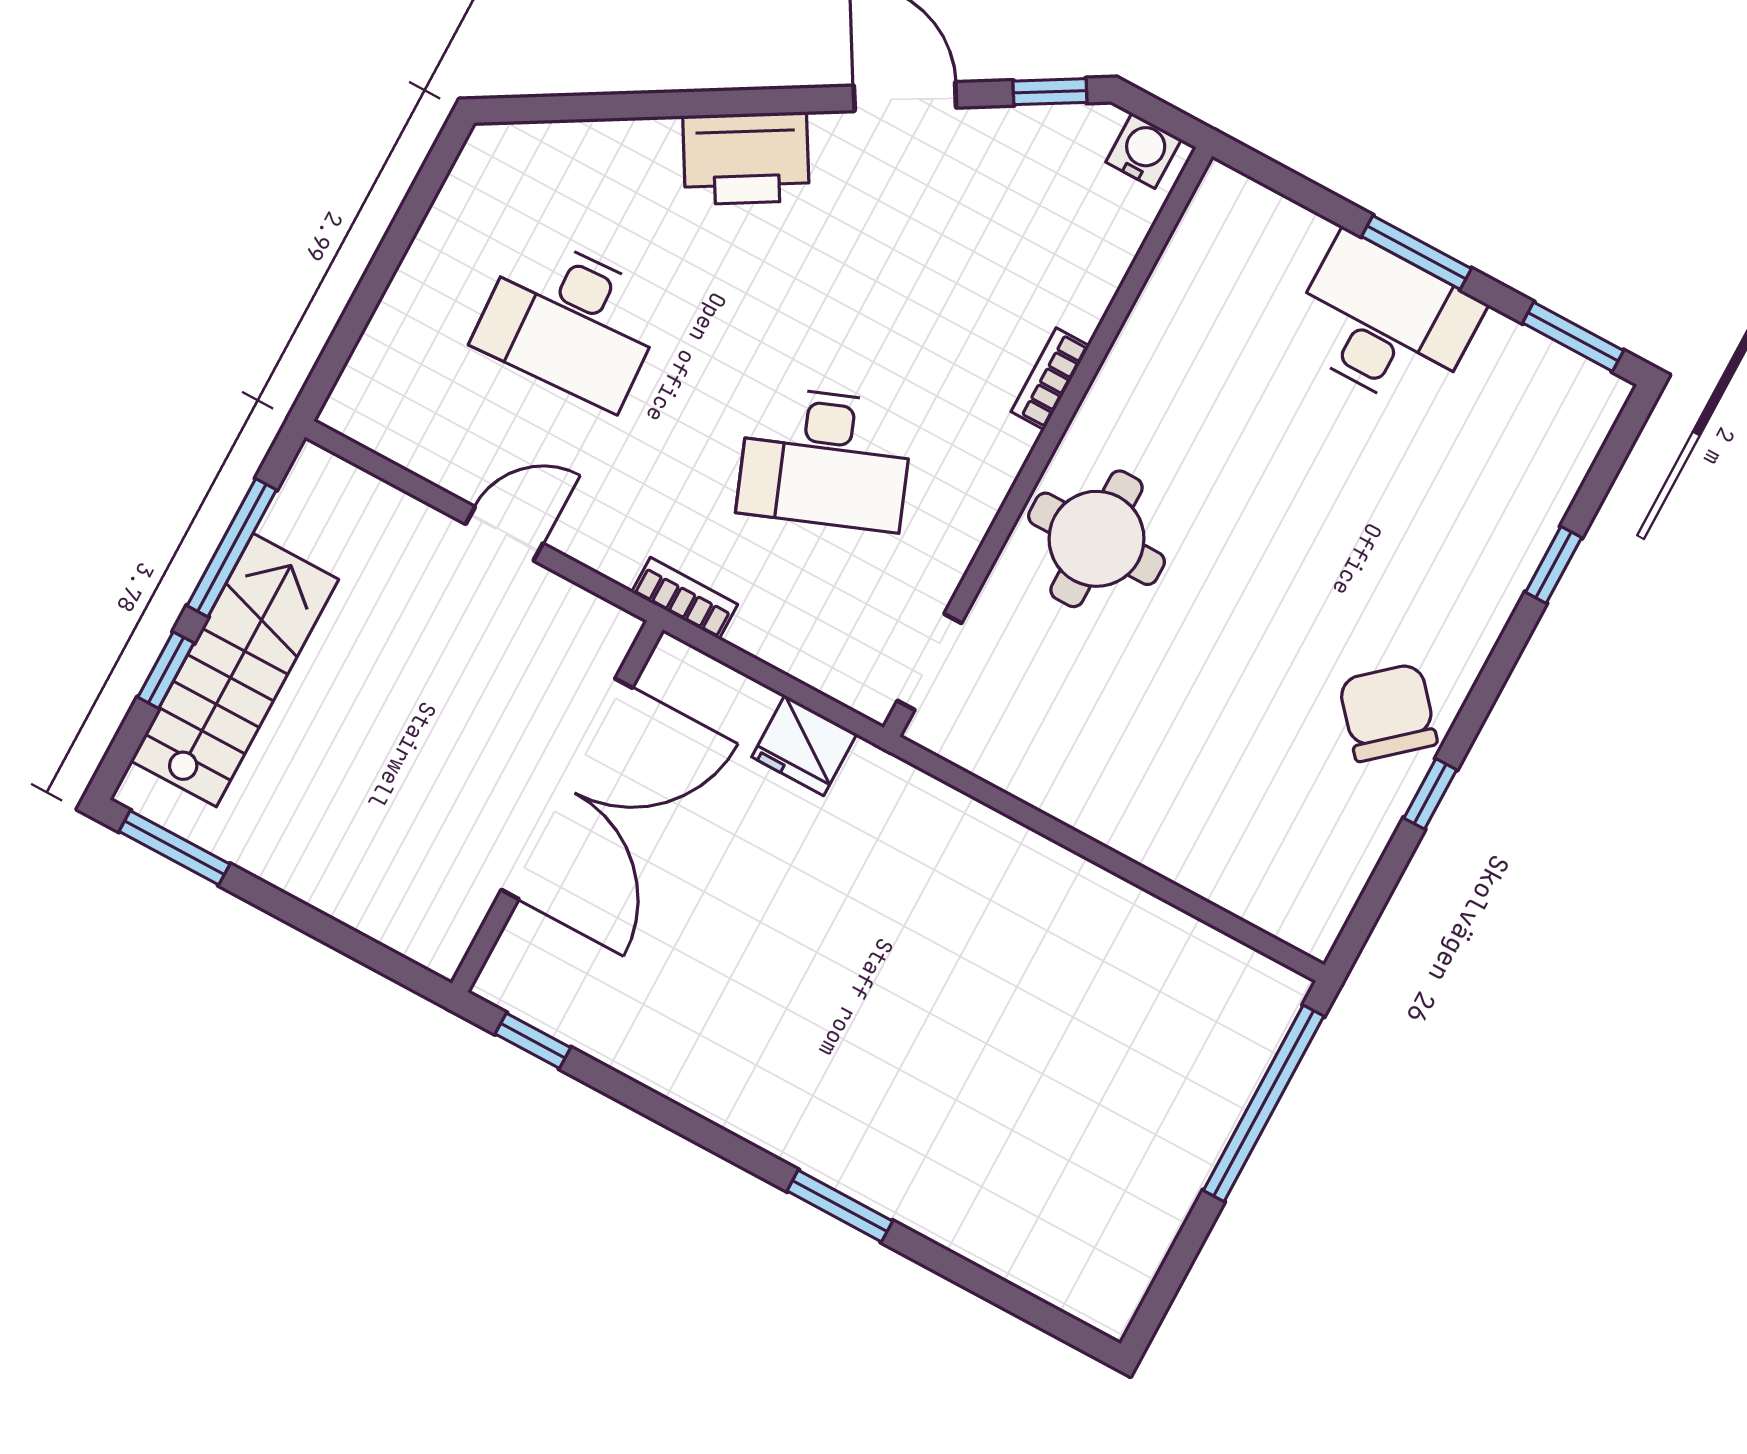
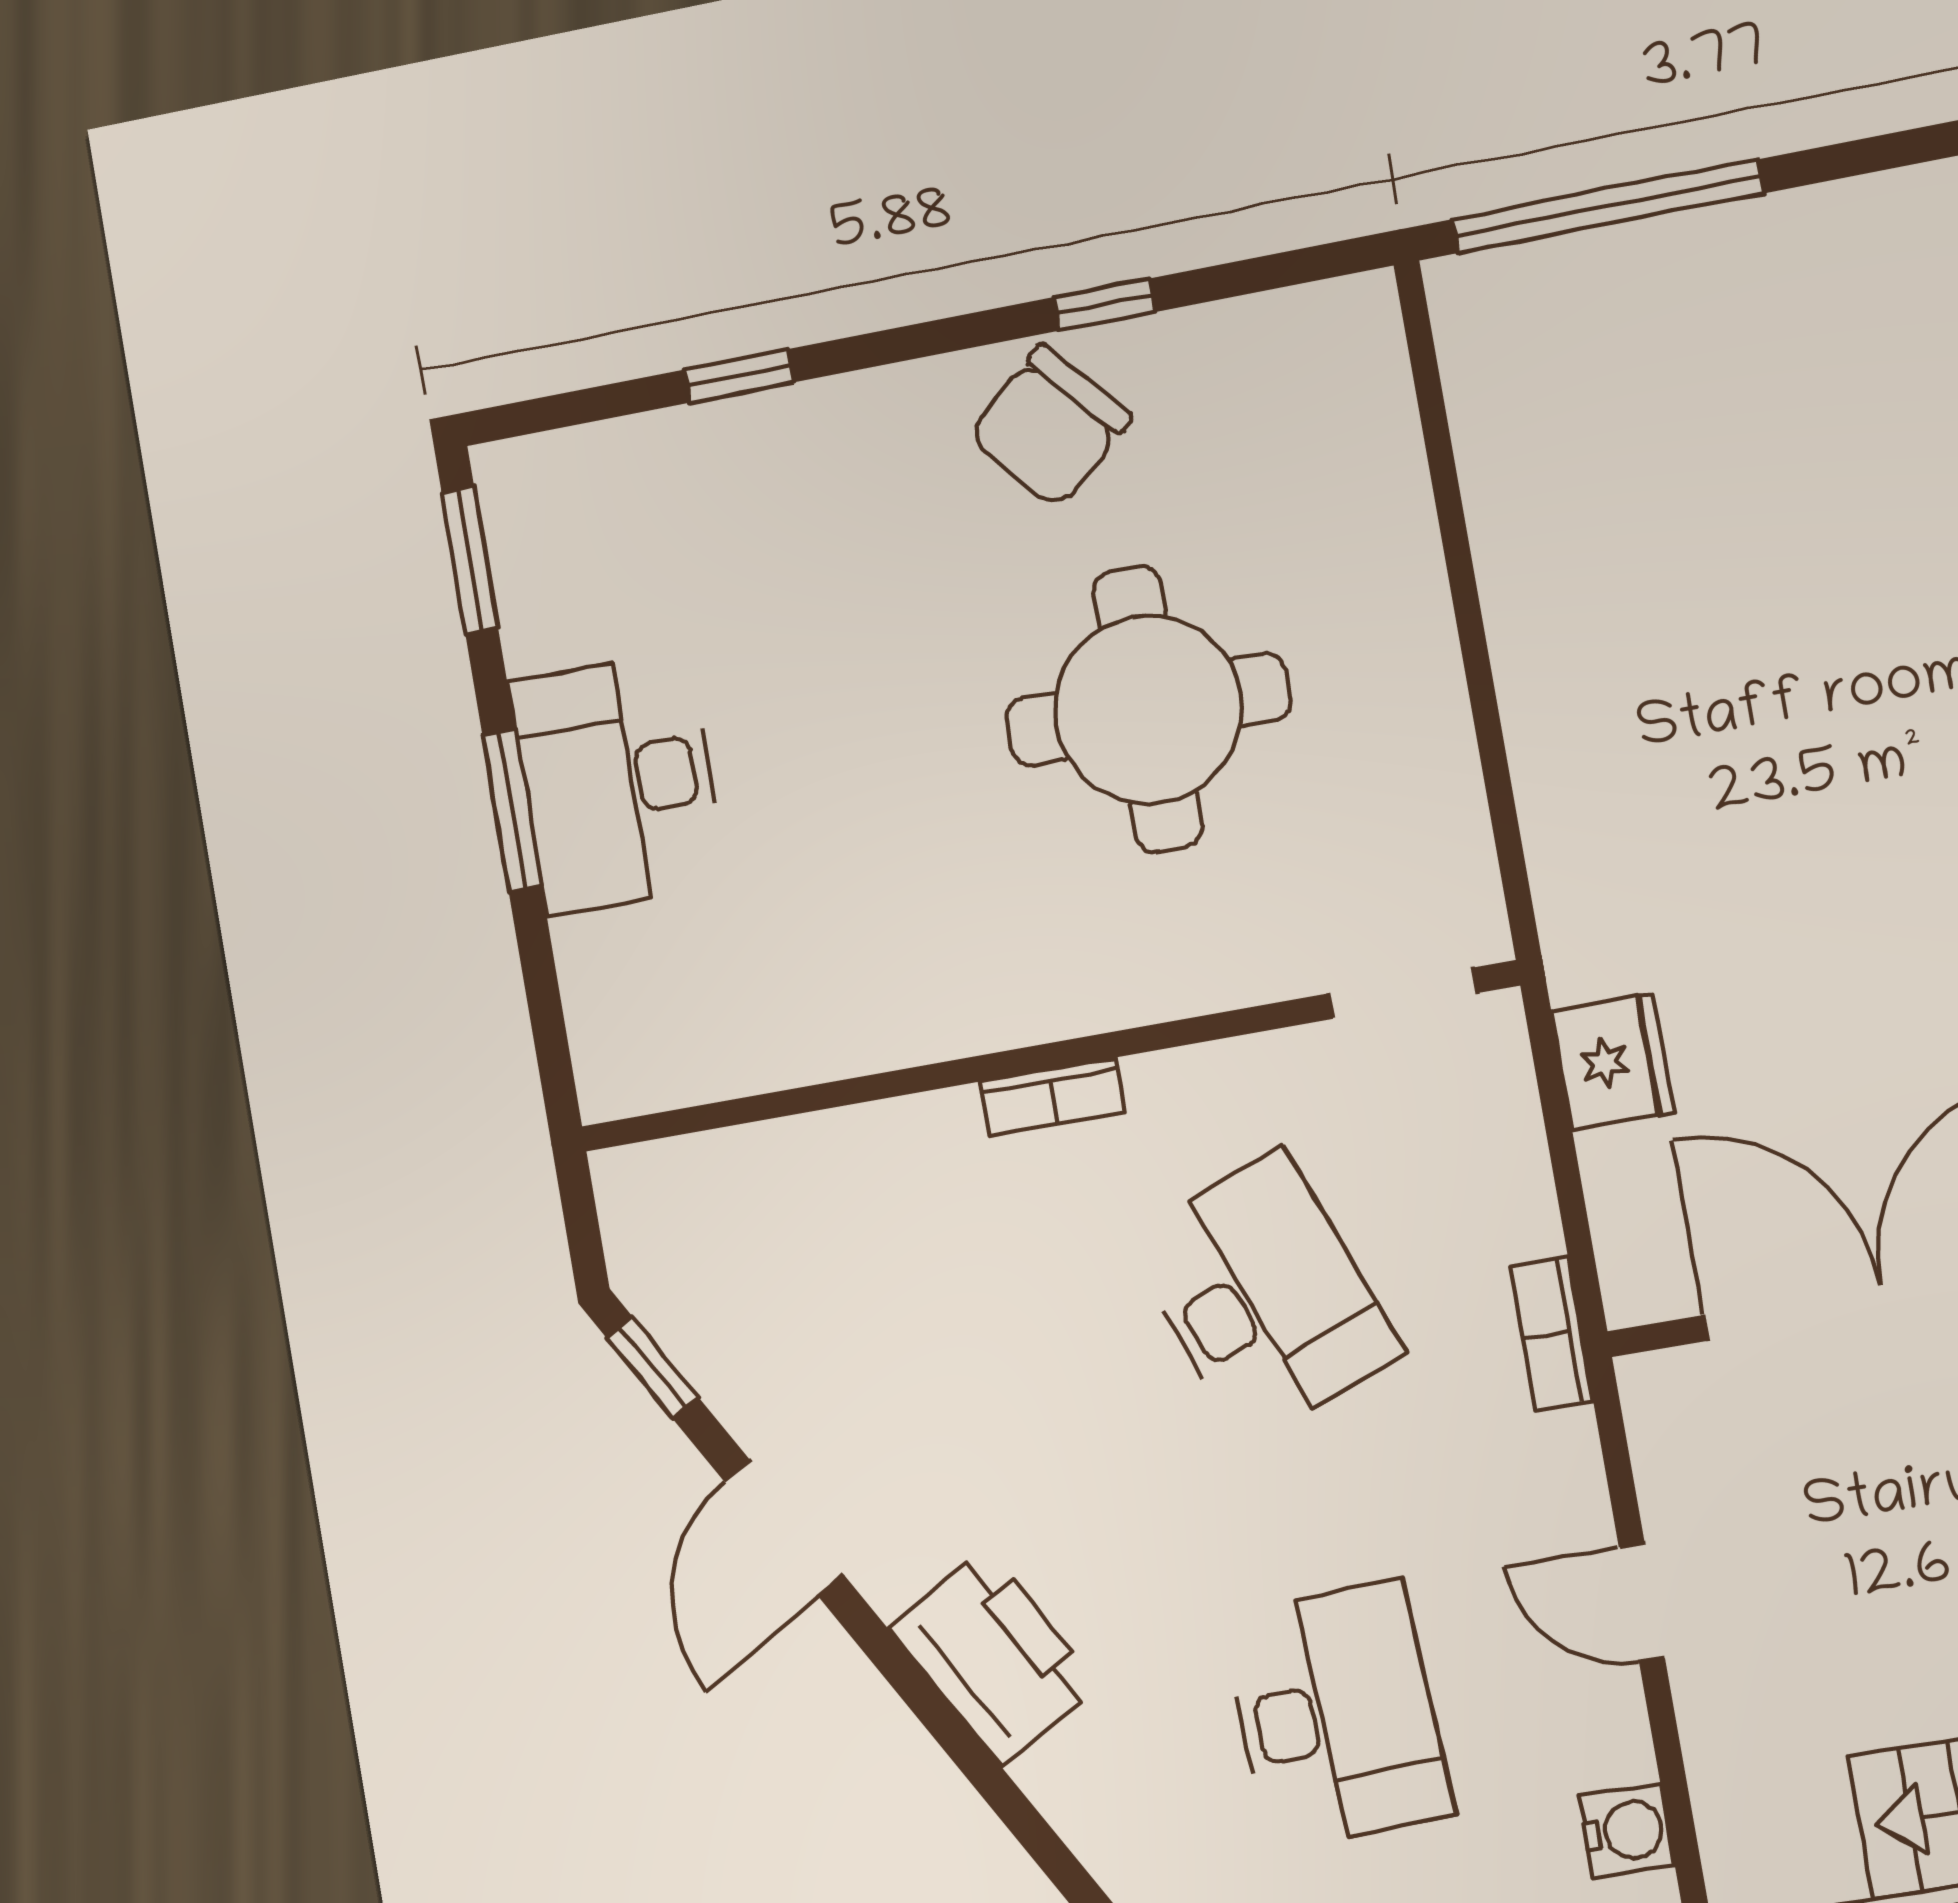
water cooler: (1144, 151) -> (1627, 1831), moved, turned 180
bookcase: (1050, 379) -> (1052, 1097), moved
round table: (1097, 539) -> (1148, 709), moved, width x1.36, depth x1.36

